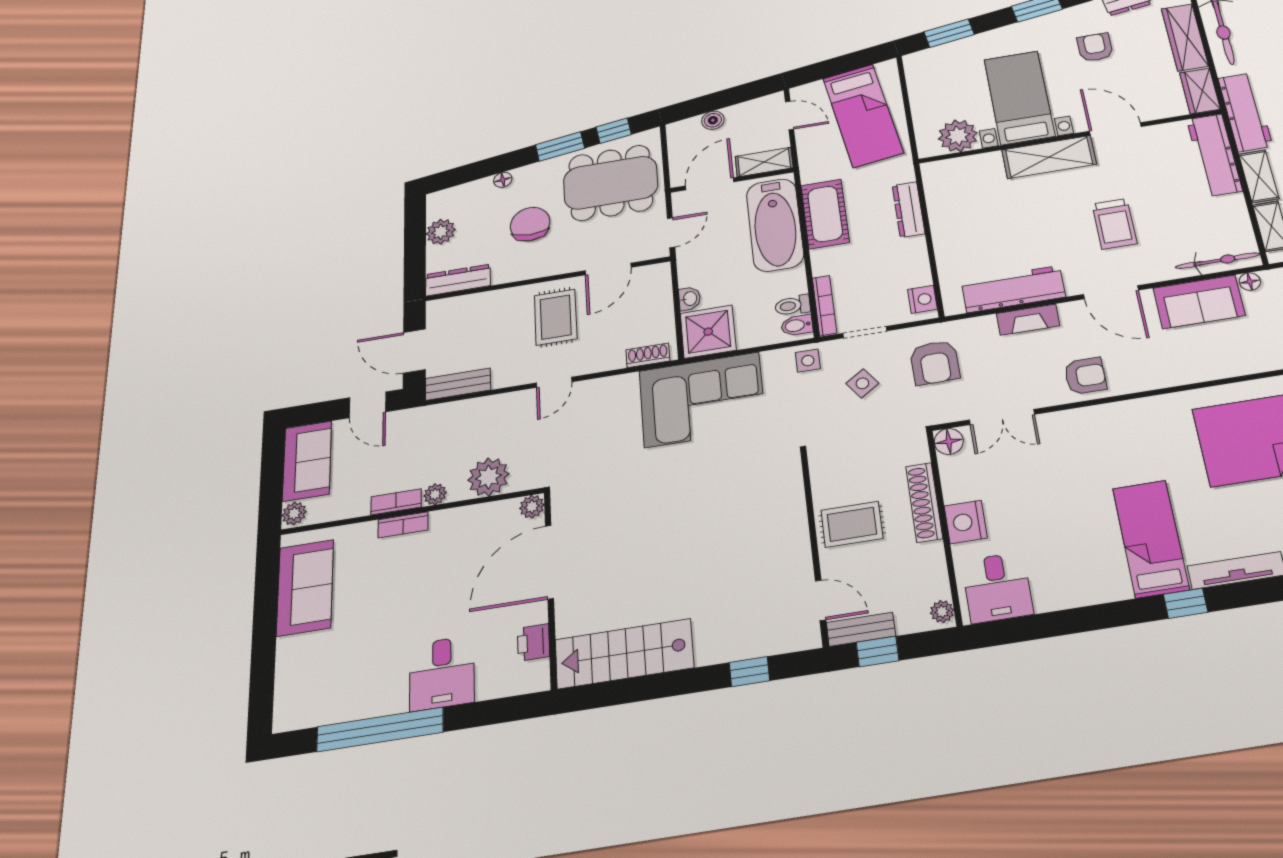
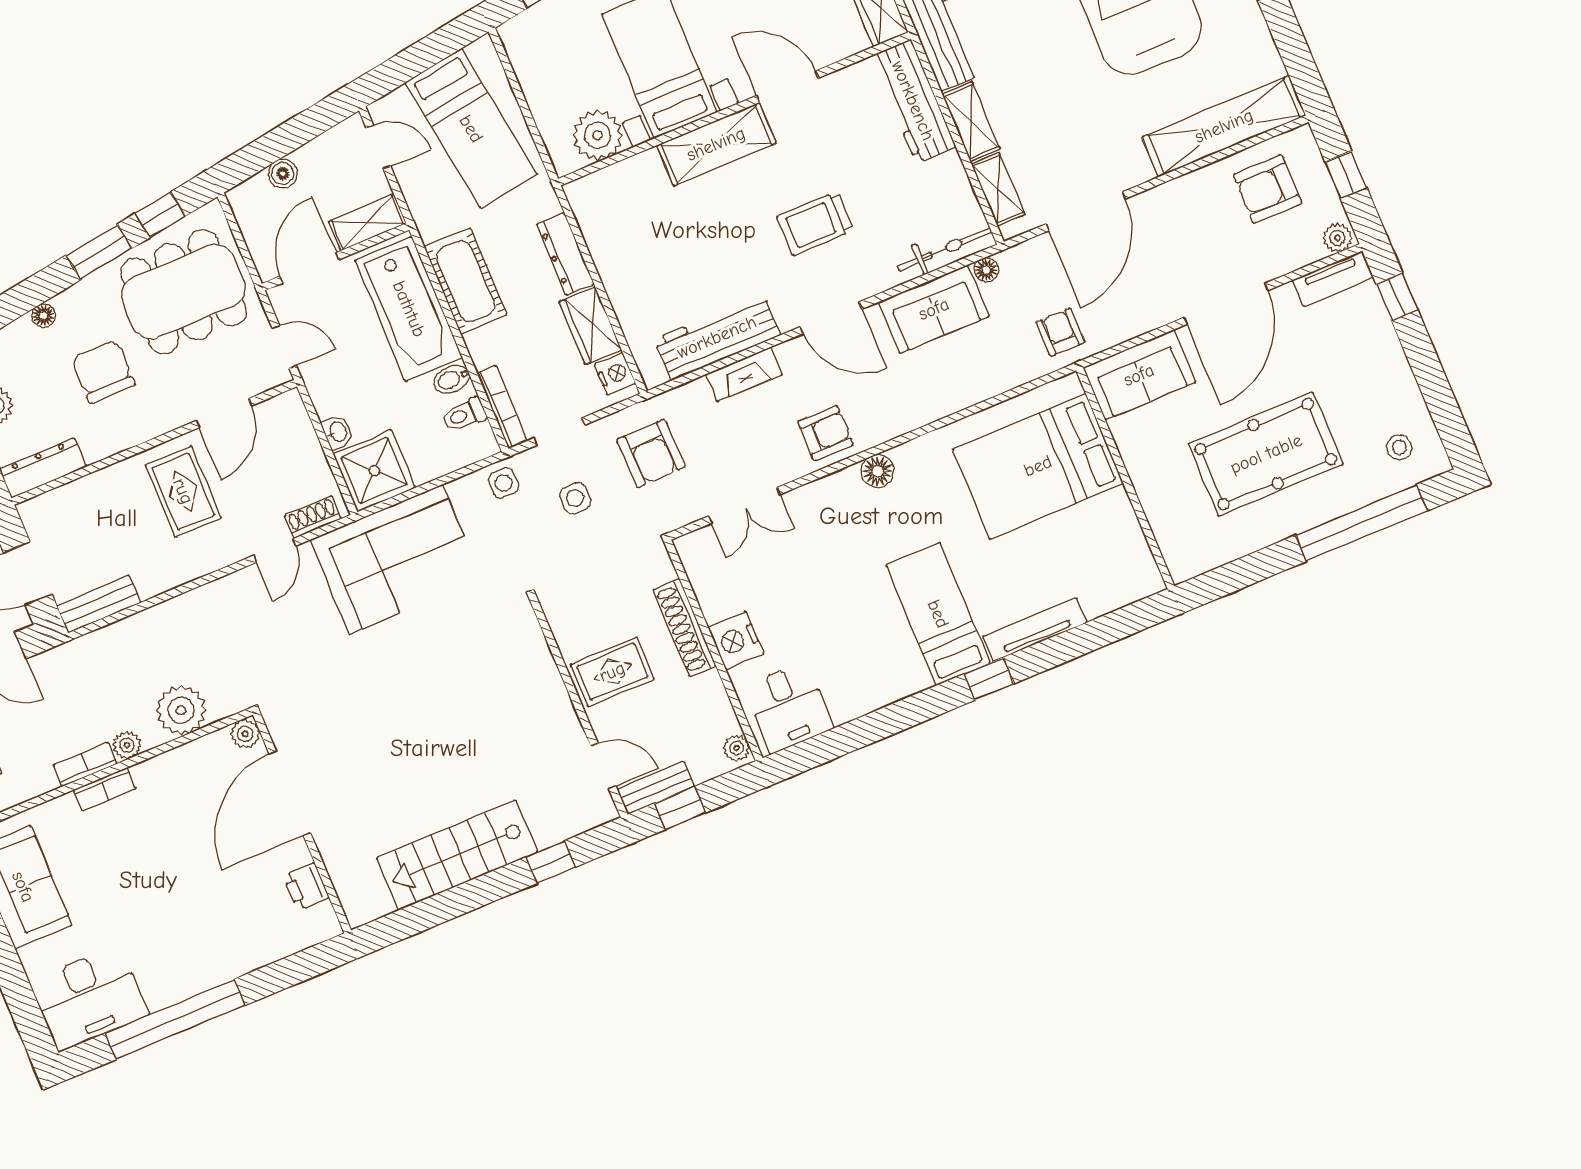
trolley: (1114, 224) -> (815, 223), turned 90
door: (671, 233) -> (284, 347), hinge flipped
wardrobe: (913, 262) -> (590, 326), added
bidet: (797, 325) -> (452, 379), moved
door: (554, 382) -> (275, 551), moved
side table: (862, 383) -> (575, 498), turned 35
floor lamp: (949, 441) -> (878, 471), moved
stairs: (624, 654) -> (457, 855), moved
desk: (442, 673) -> (89, 998), moved, width x1.37

